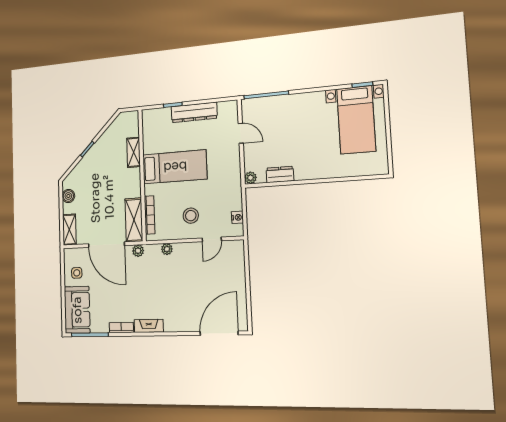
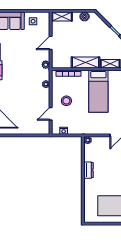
dresser: (280, 174) -> (88, 170), moved
shelving: (134, 220) -> (85, 62), moved
door: (212, 239) -> (51, 114), hinge flipped
door: (106, 245) -> (51, 43), width x0.53

